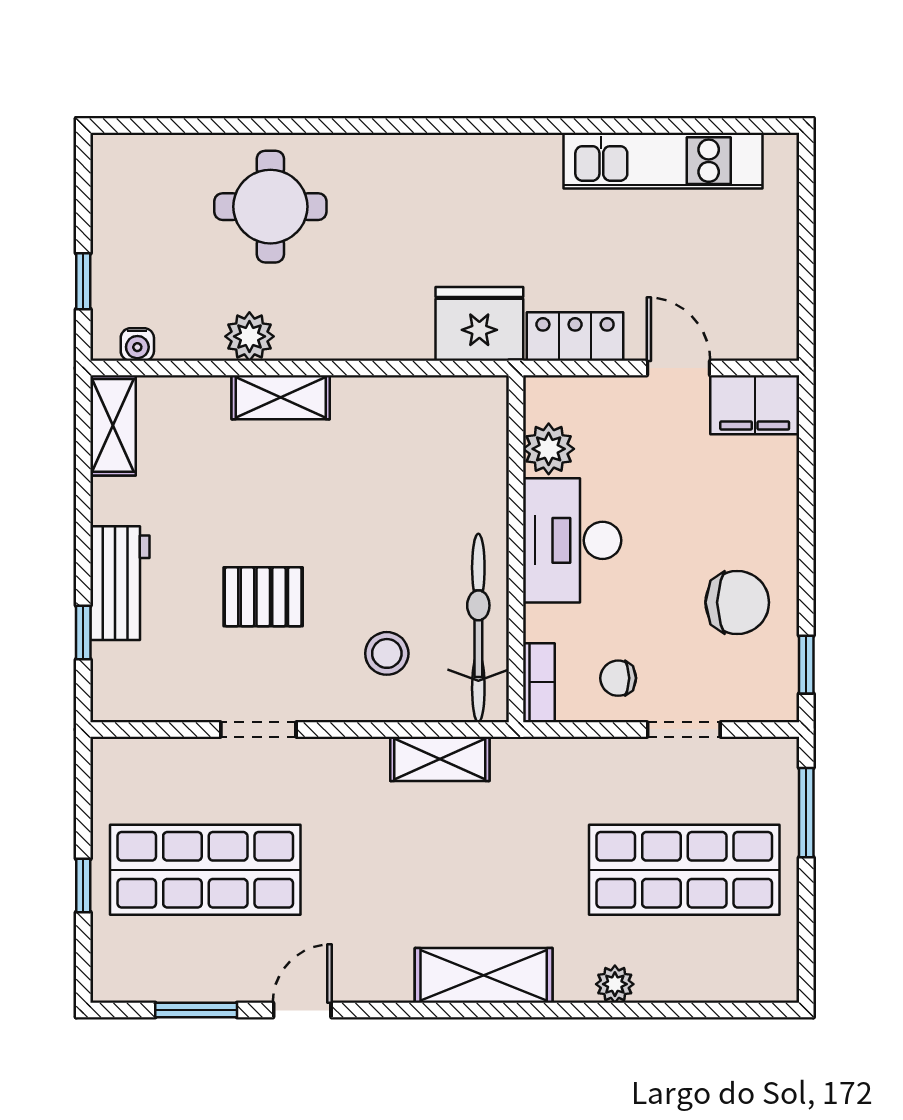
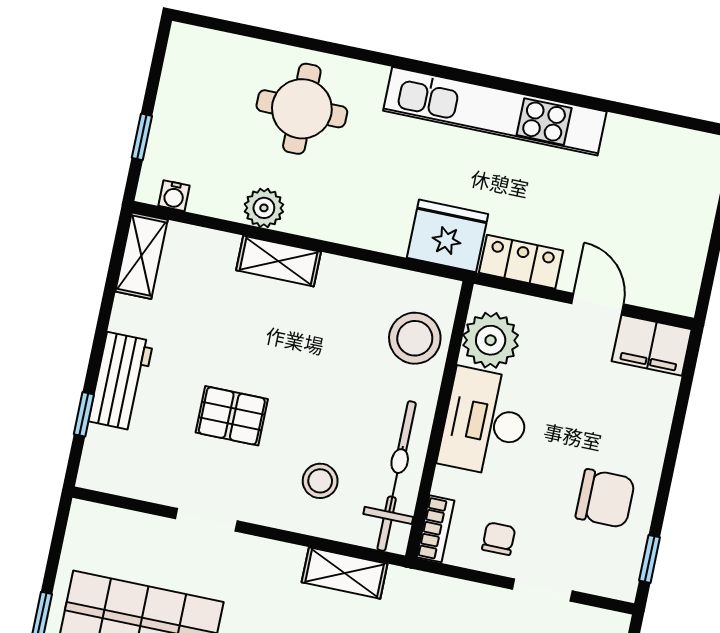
kitchen unit: (663, 161) -> (495, 111), moved, width x1.36
plant: (549, 449) -> (491, 340), width x1.36, depth x1.36
stool: (466, 456) -> (415, 338), added
chair: (618, 678) -> (499, 539), turned 90

